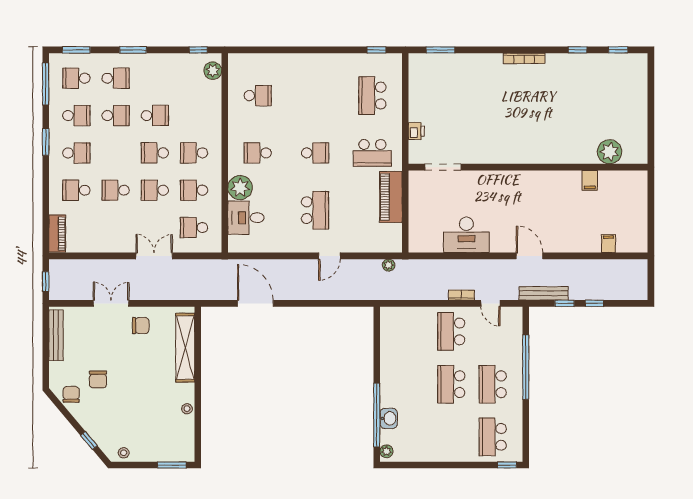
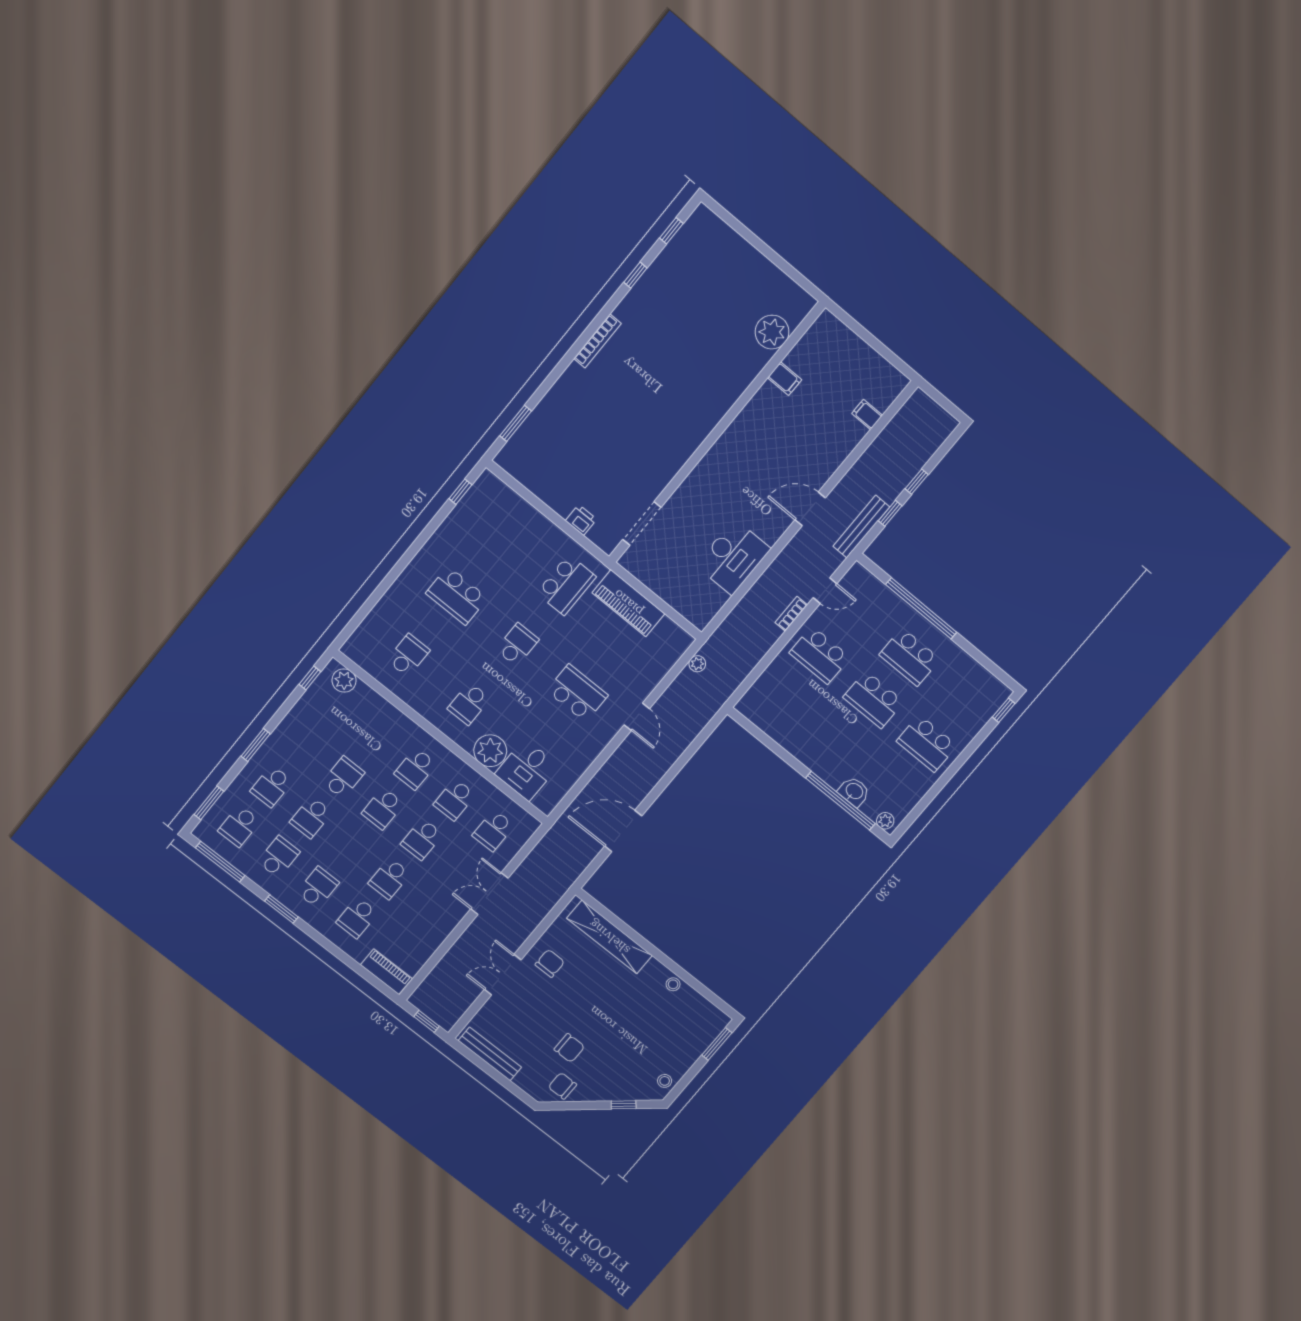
school desk: (116, 78) -> (271, 786), turned 180
school desk: (372, 96) -> (457, 596), moved
school desk: (116, 116) -> (311, 817), turned 180
school desk: (493, 437) -> (927, 743), moved

